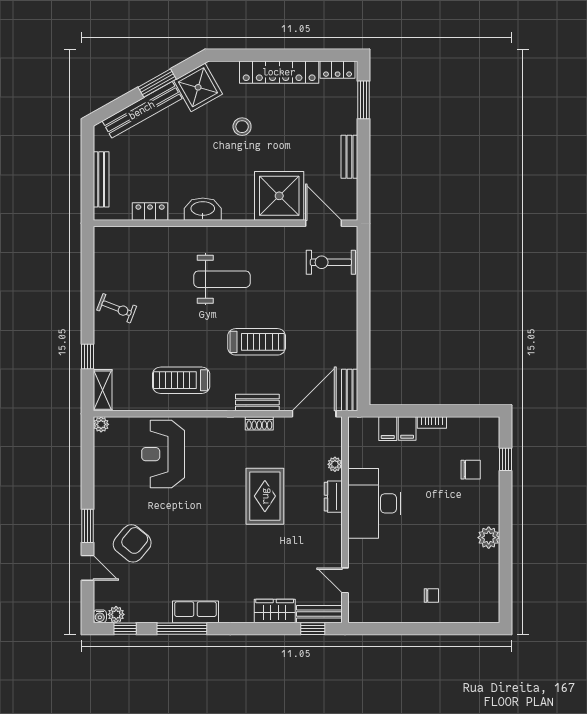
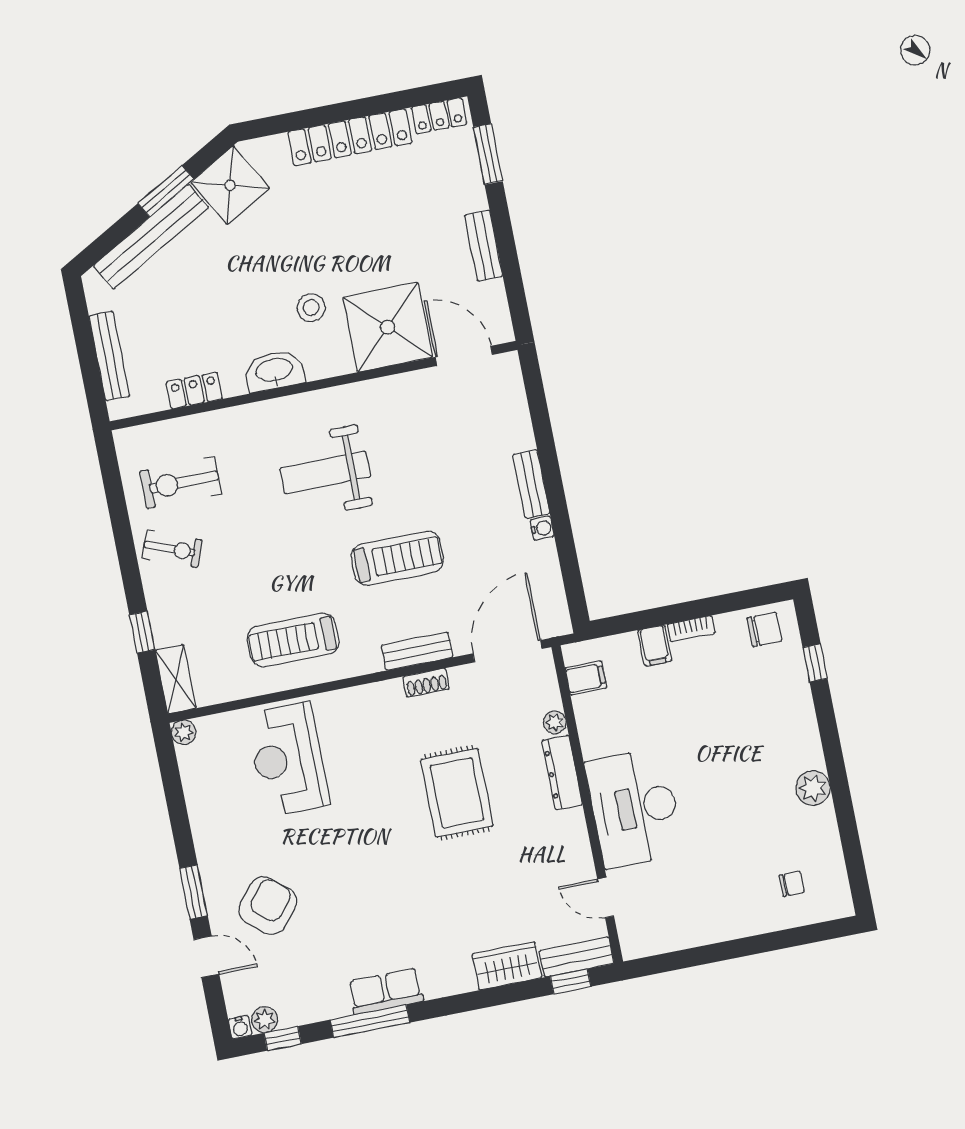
stool: (242, 127) -> (311, 308), moved
exercise bike: (331, 262) -> (180, 483), moved
weight bench: (222, 279) -> (325, 473), turned 180
water cooler: (351, 341) -> (542, 528), added
bench: (350, 390) -> (531, 484), moved
filing cabinet: (388, 429) -> (586, 678), moved, turned -90
chair: (471, 470) -> (764, 629), moved
dresser: (333, 497) -> (562, 773), width x1.44
desk: (374, 503) -> (635, 808), moved
chair: (431, 596) -> (792, 884), moved

